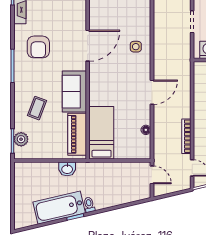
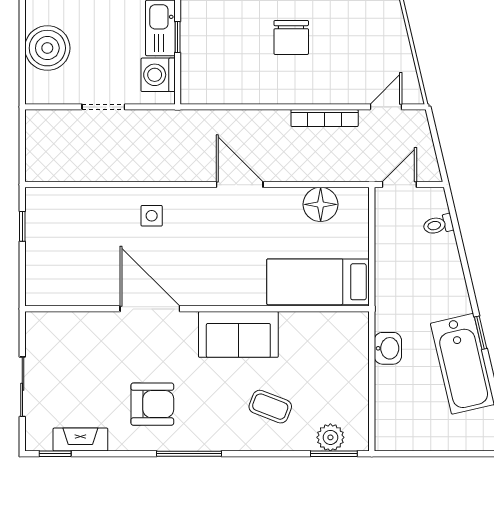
floor lamp: (146, 130) -> (321, 204), width x1.89, depth x1.89
piano: (77, 134) -> (321, 329), removed
toilet: (89, 205) -> (438, 225), moved

